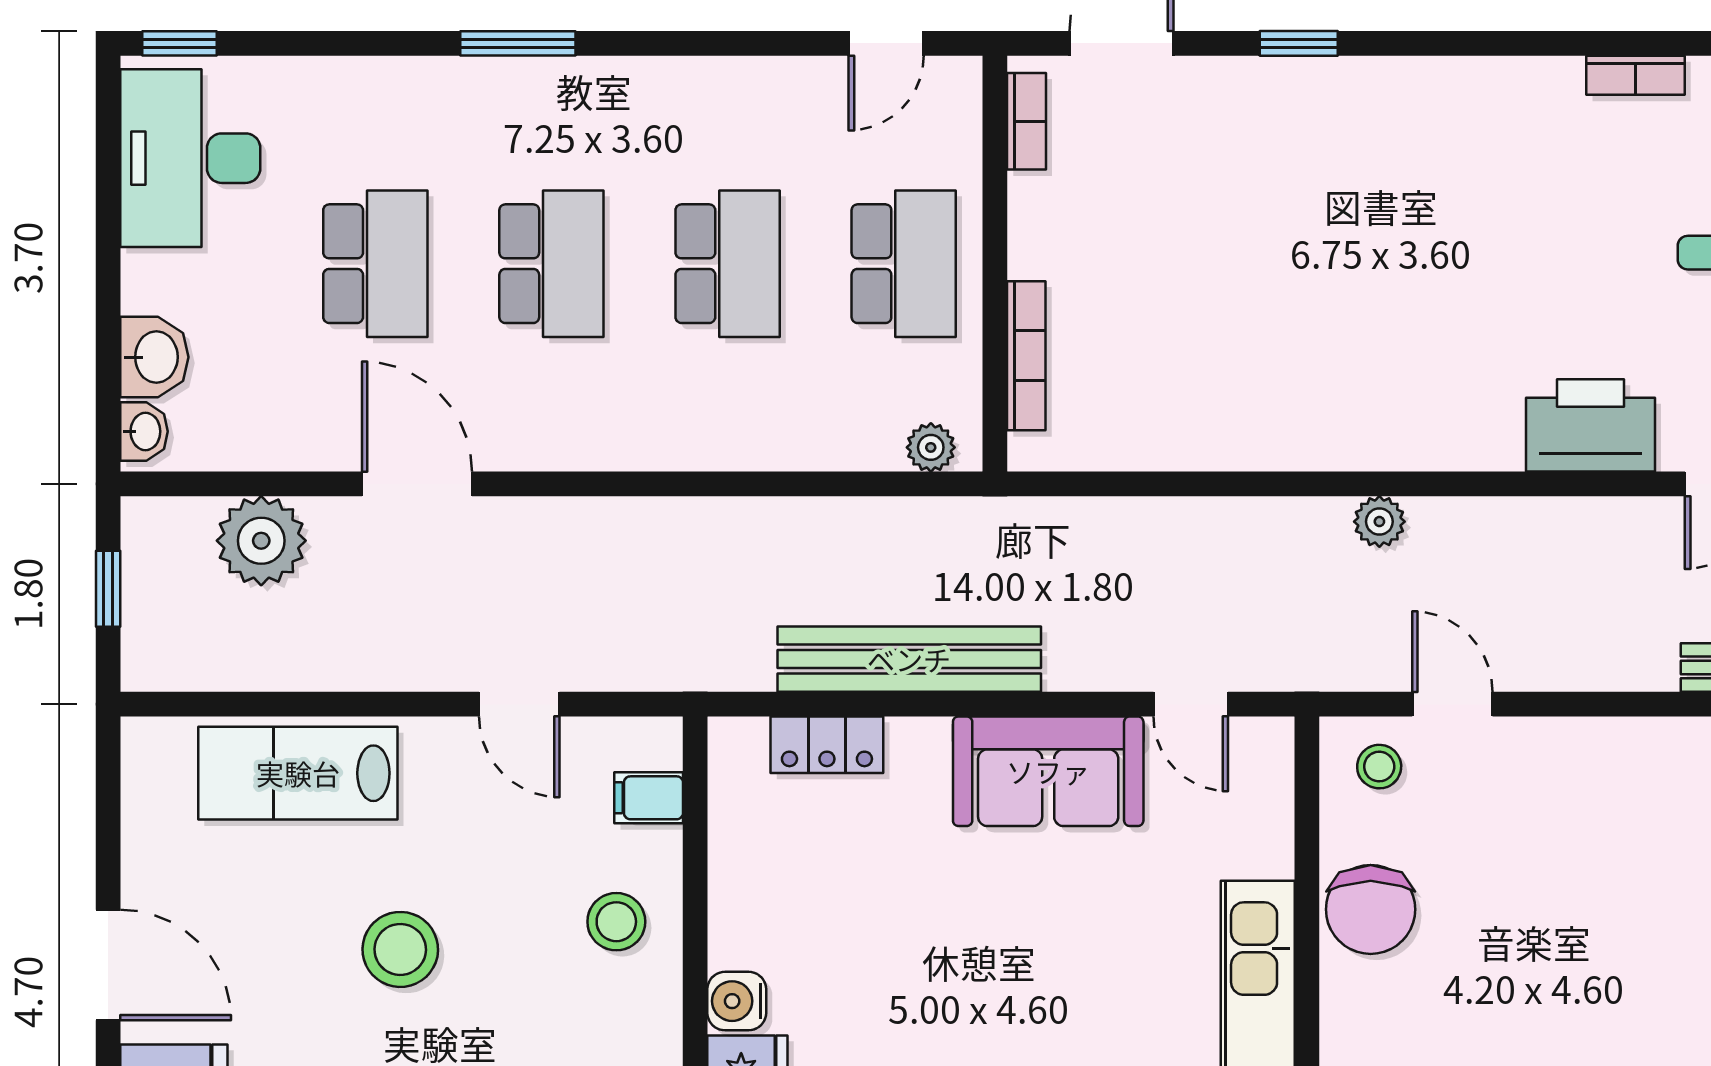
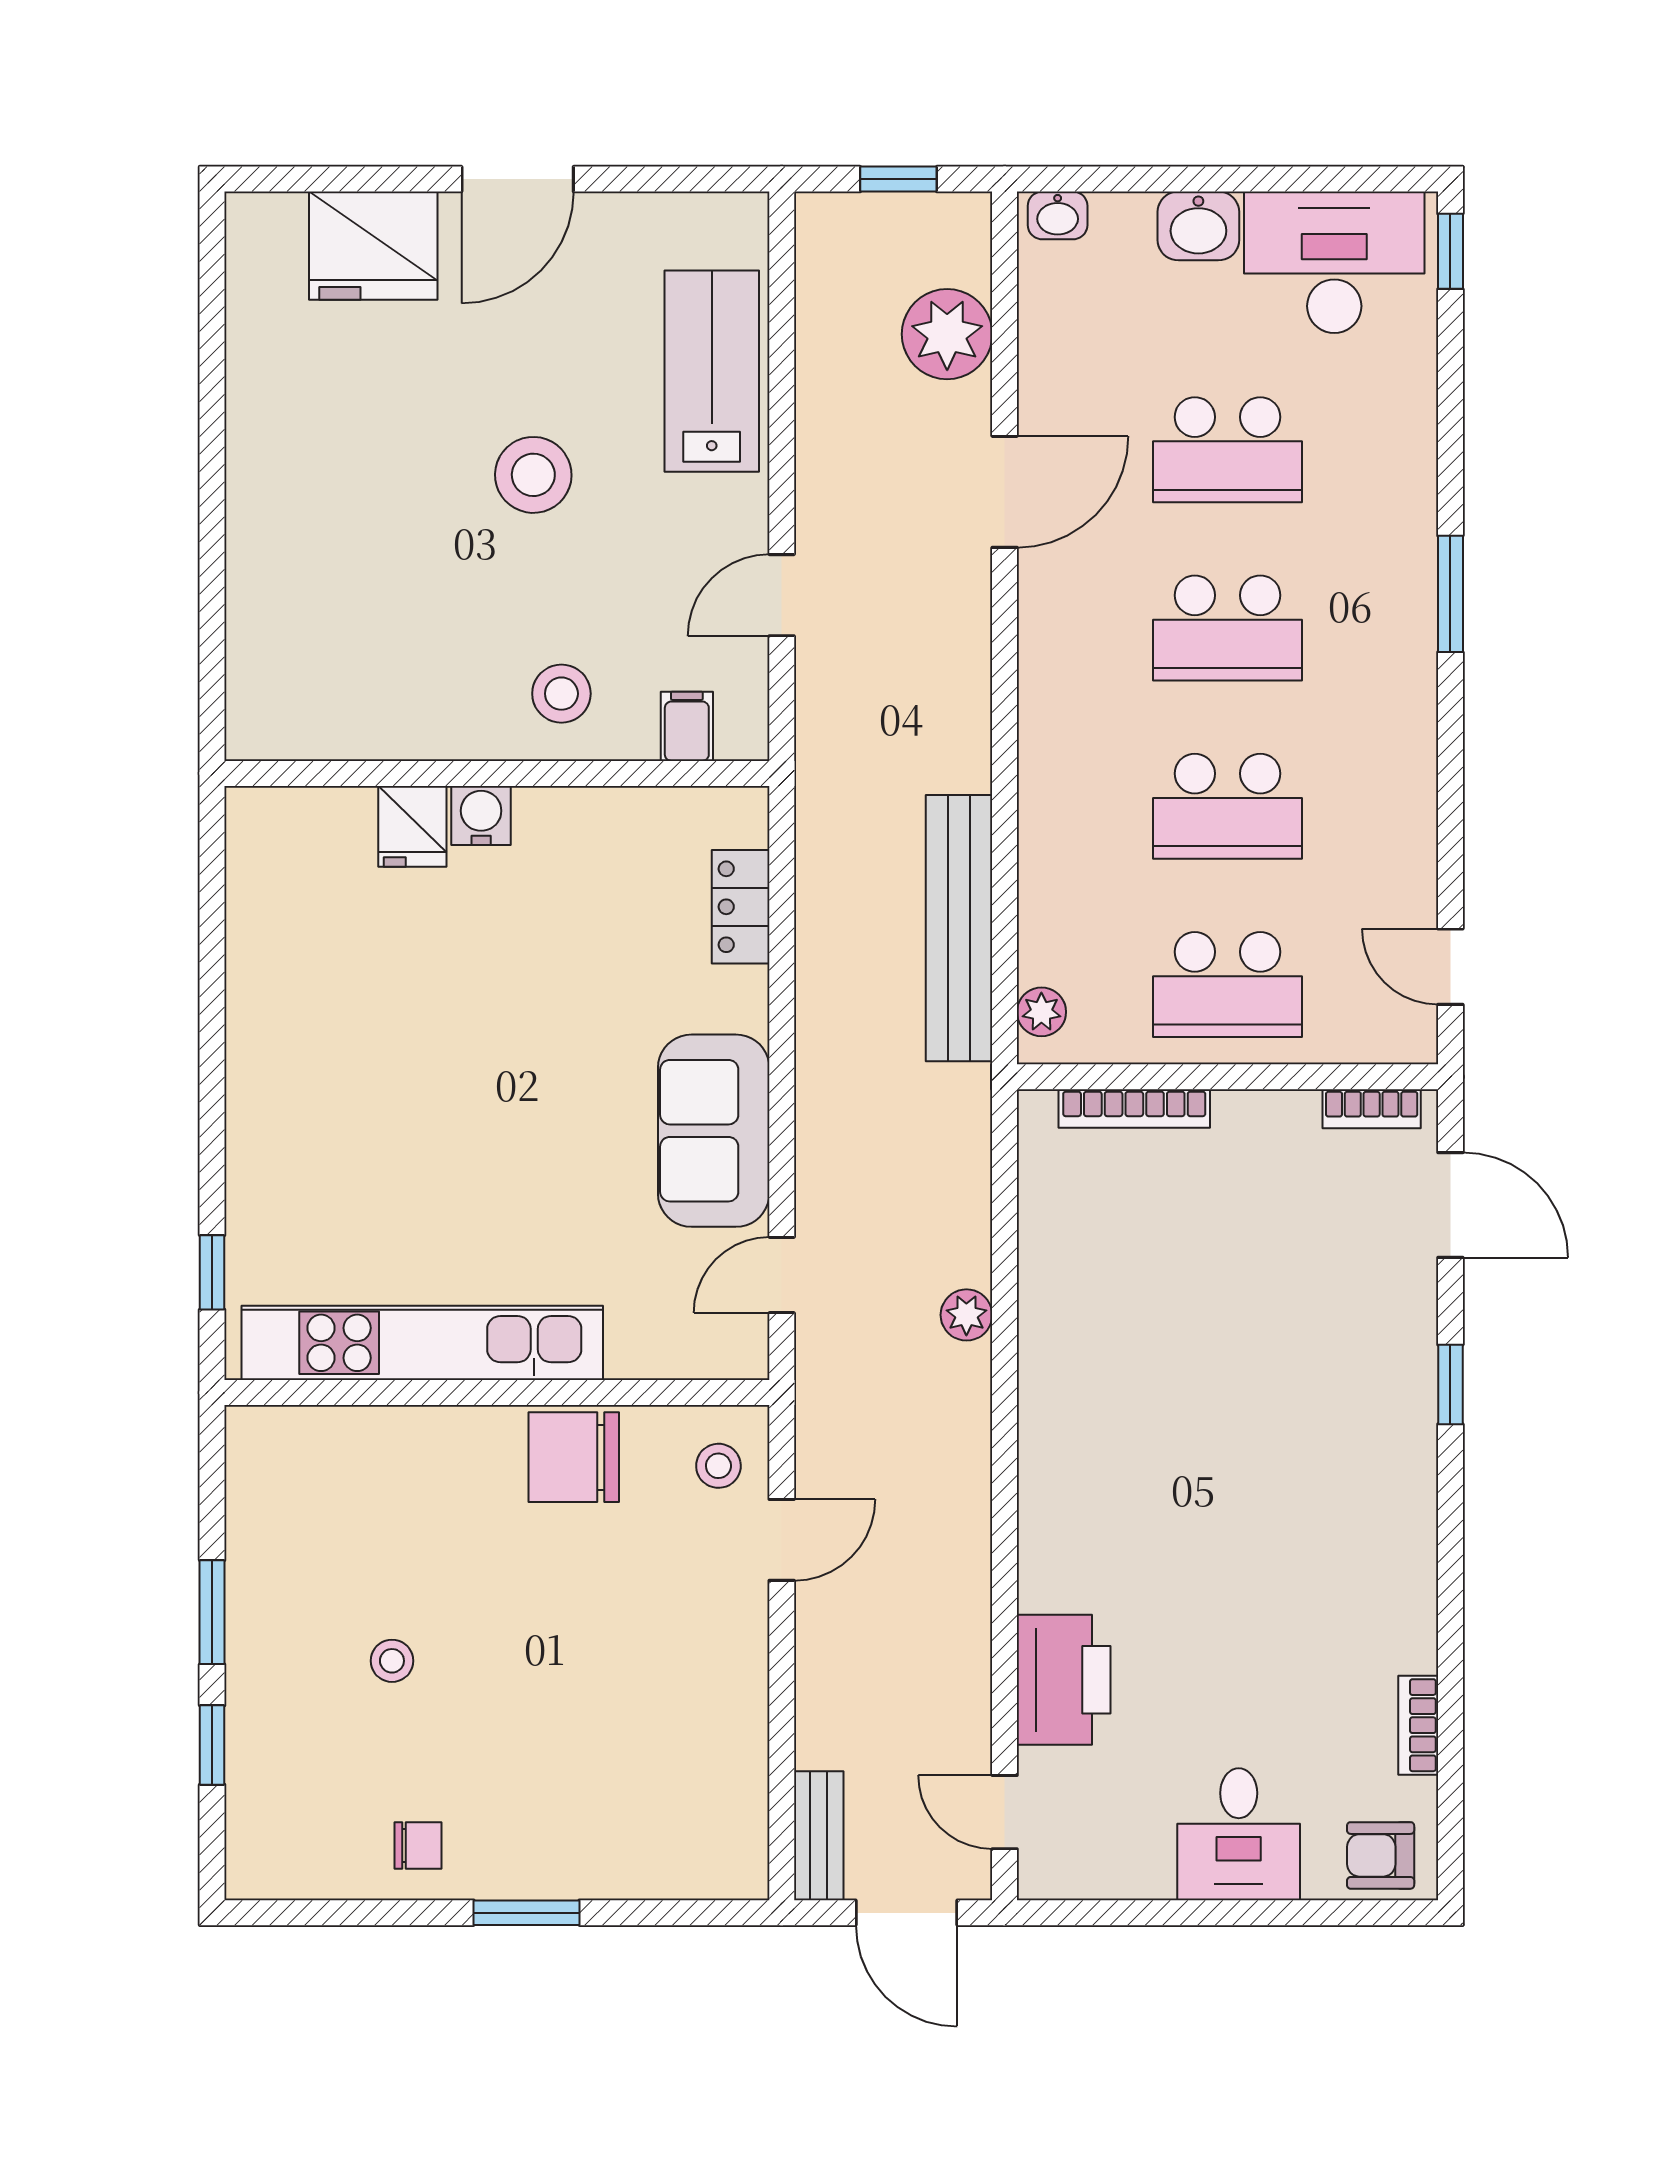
washbasin: (154, 357) -> (1198, 226), moved
plant: (1379, 522) -> (966, 1315), moved
bench: (909, 659) -> (959, 928), moved

